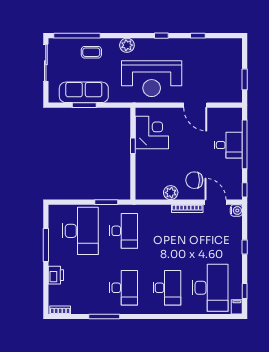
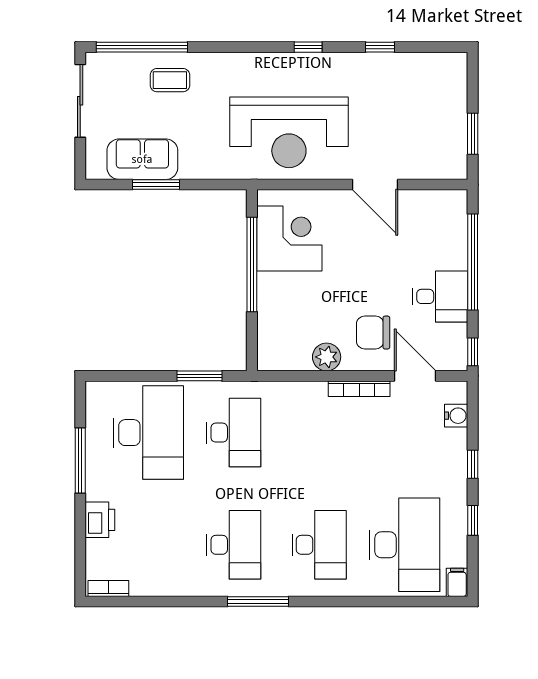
plant: (127, 45) -> (240, 66), removed
sofa: (84, 92) -> (142, 159), width x0.73
desk: (228, 145) -> (440, 296), moved
window: (133, 146) -> (252, 265), width x3.17
water cooler: (236, 210) -> (456, 416), moved
window: (245, 291) -> (473, 520), moved
window: (104, 317) -> (258, 602), moved

